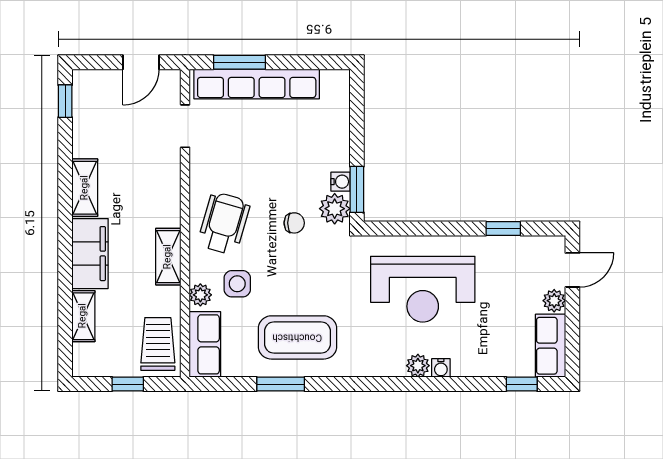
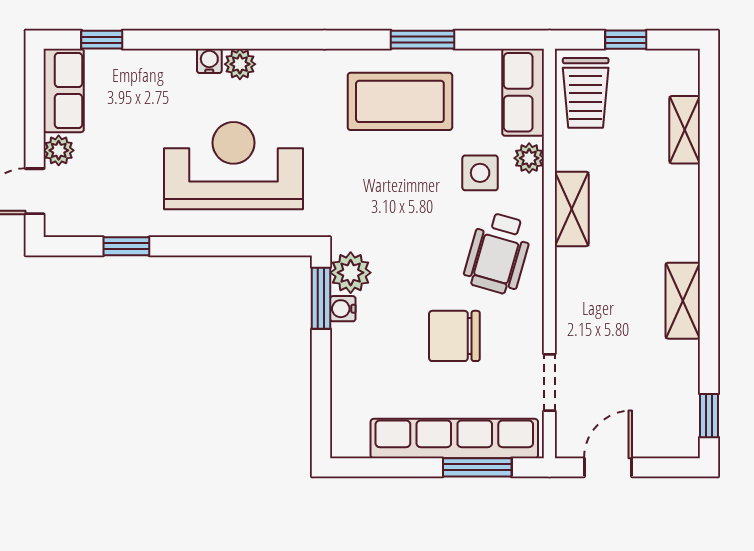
chair: (294, 223) -> (454, 336), moved, width x1.87, depth x1.87
filing cabinet: (90, 254) -> (676, 213), removed

